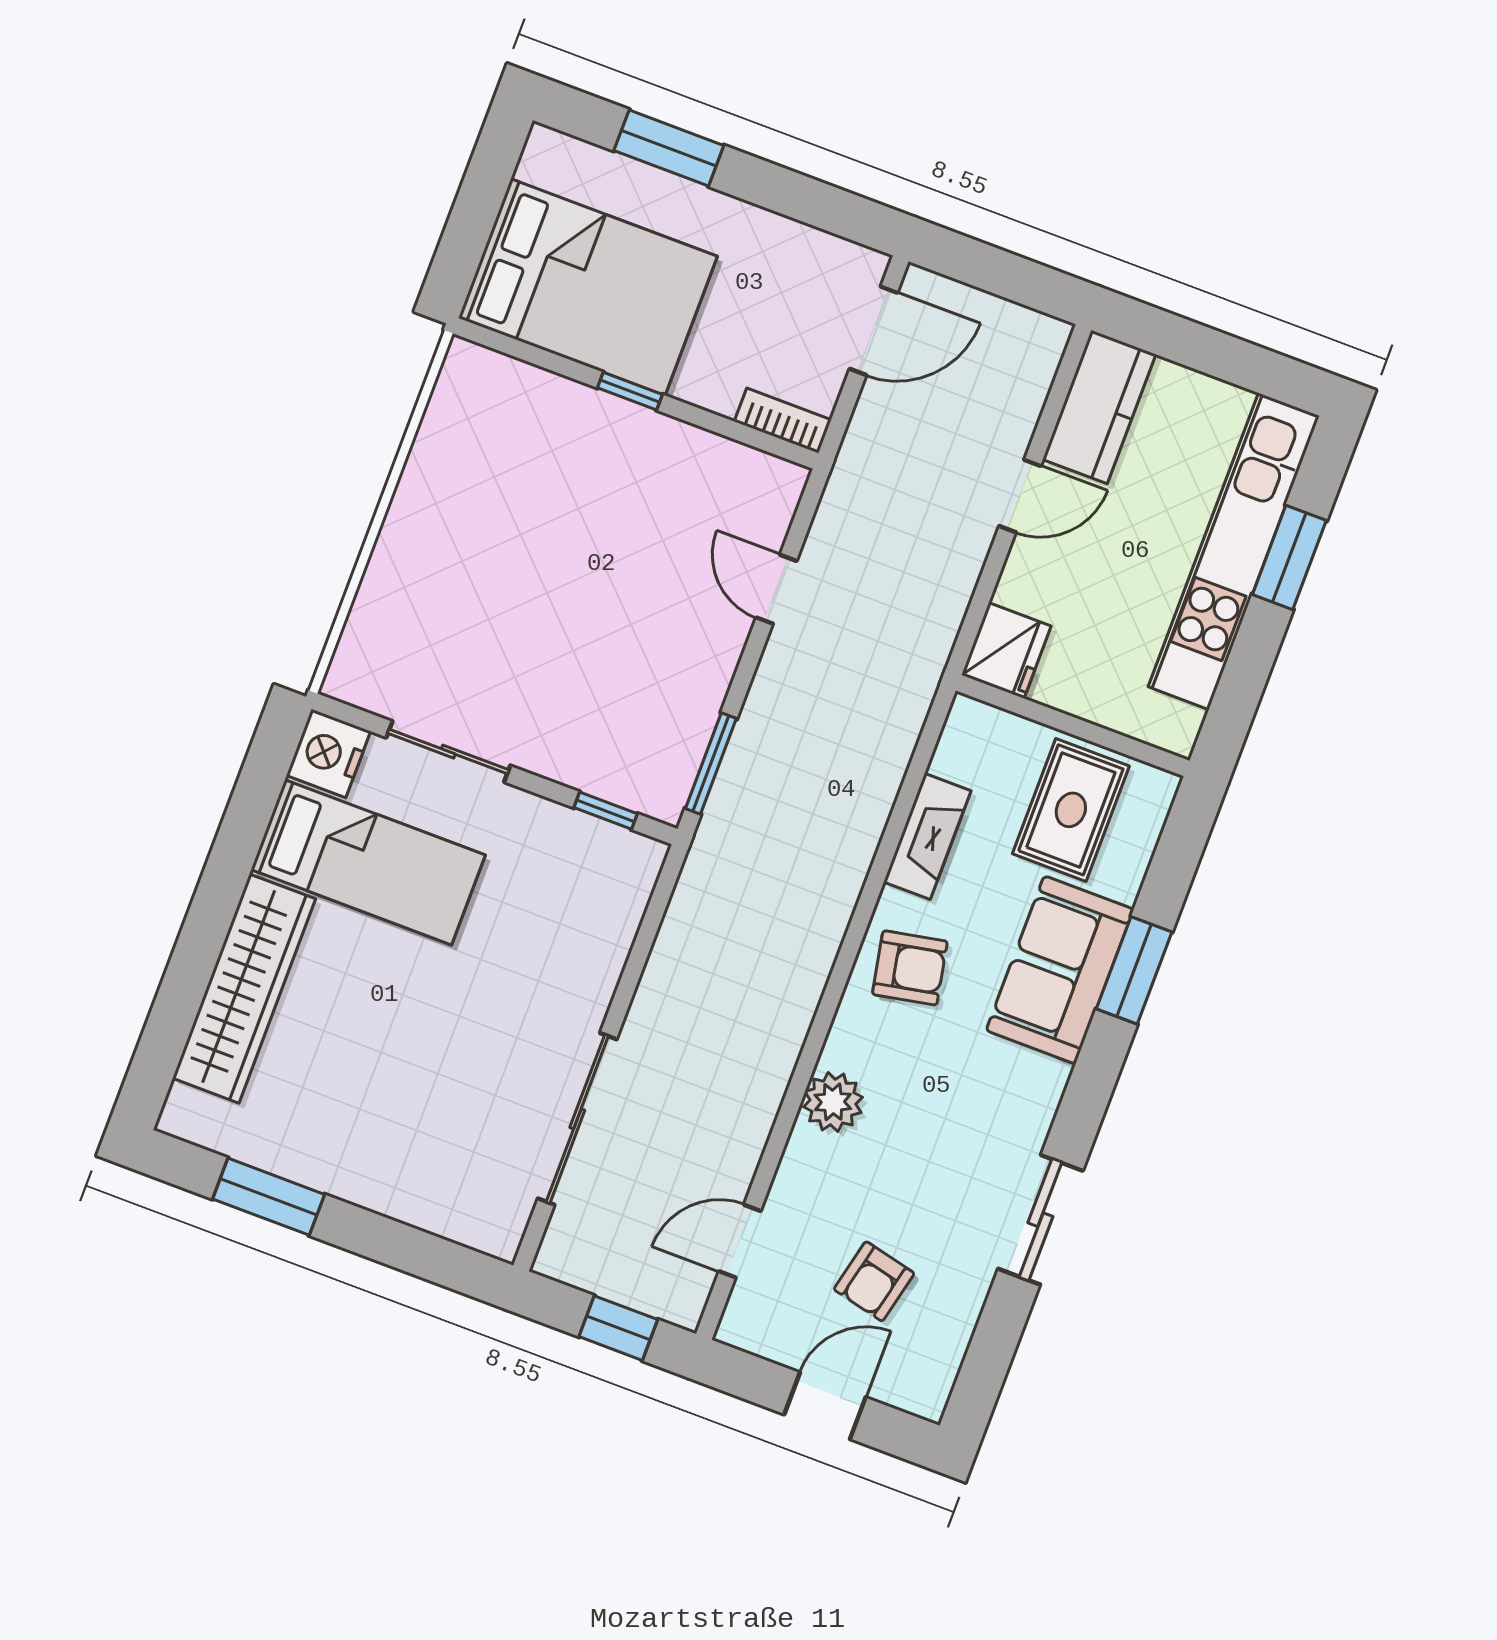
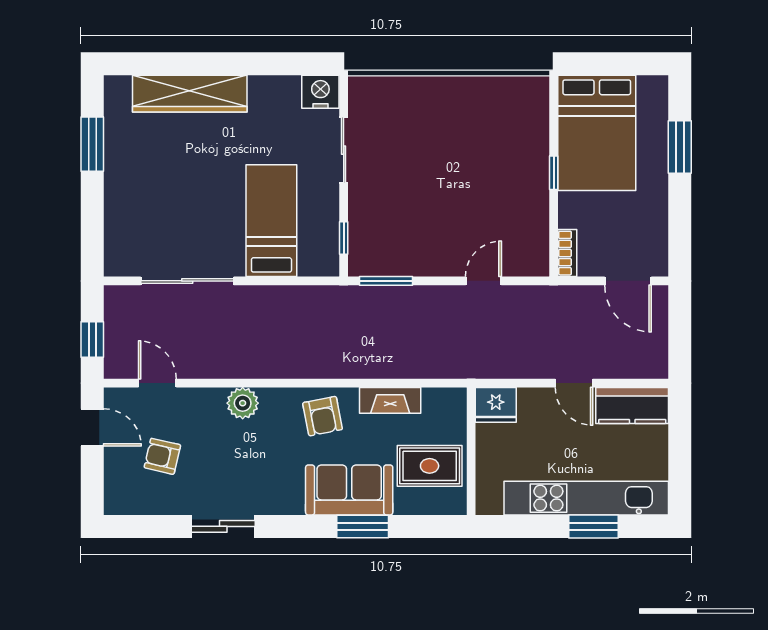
bed: (368, 862) -> (271, 221), moved, turned 180
door: (825, 1406) -> (92, 427), moved

